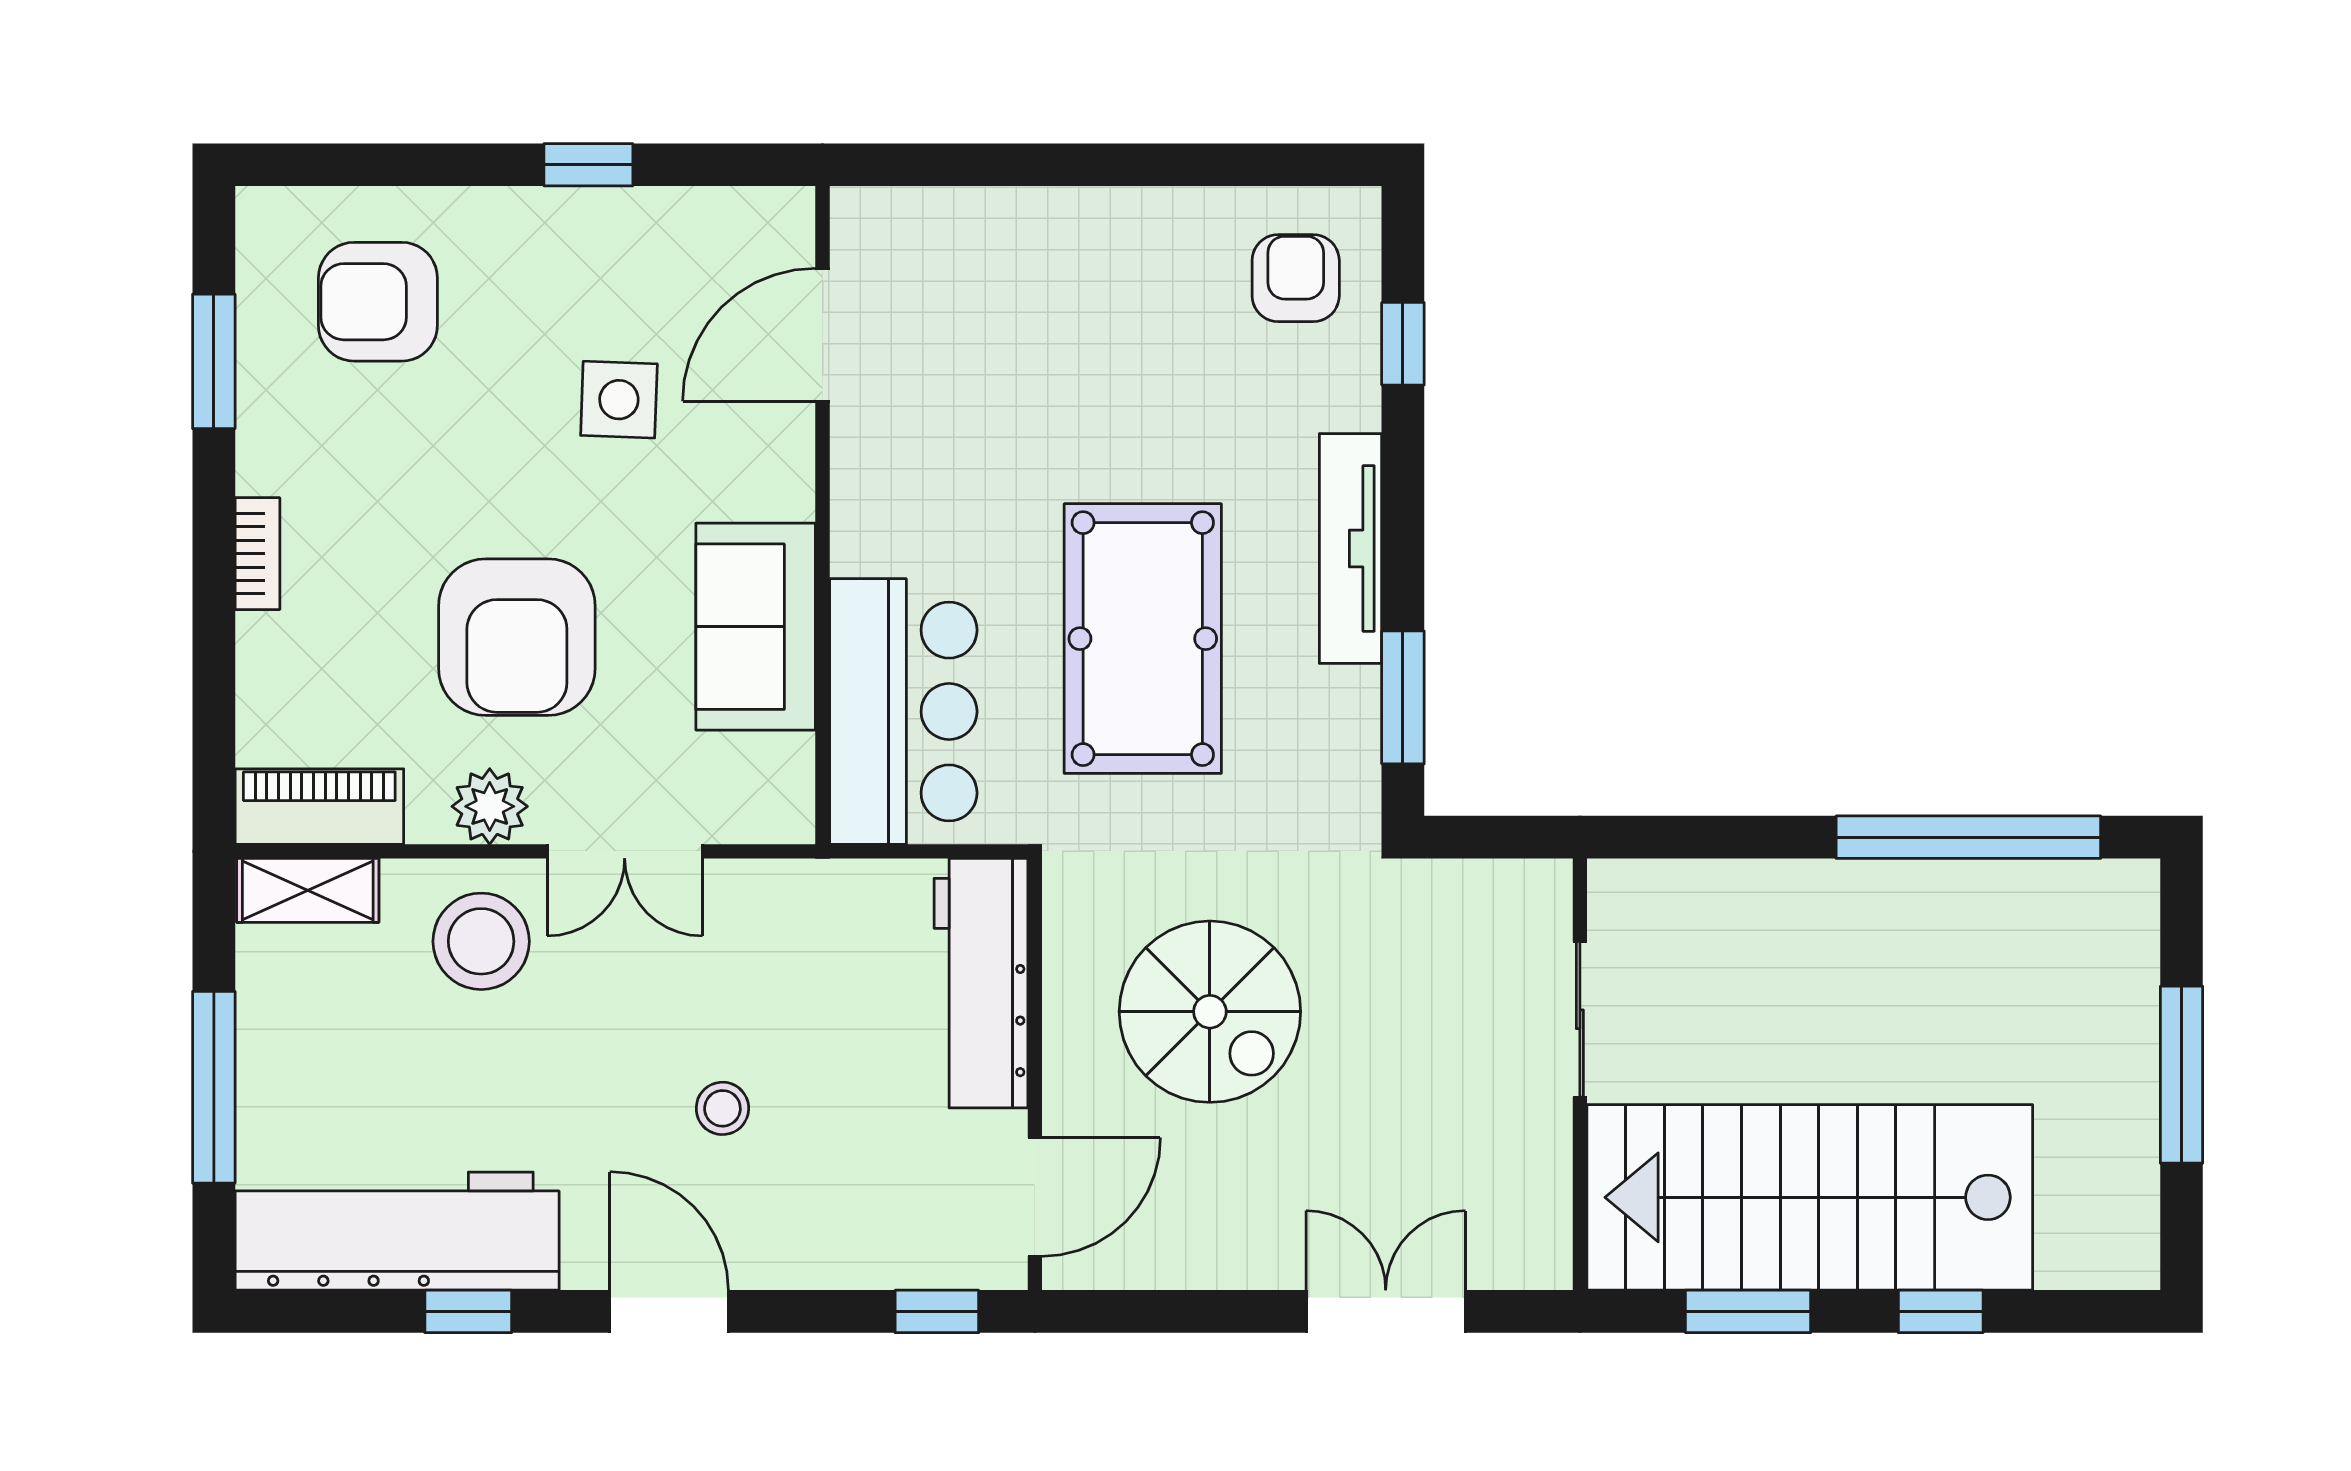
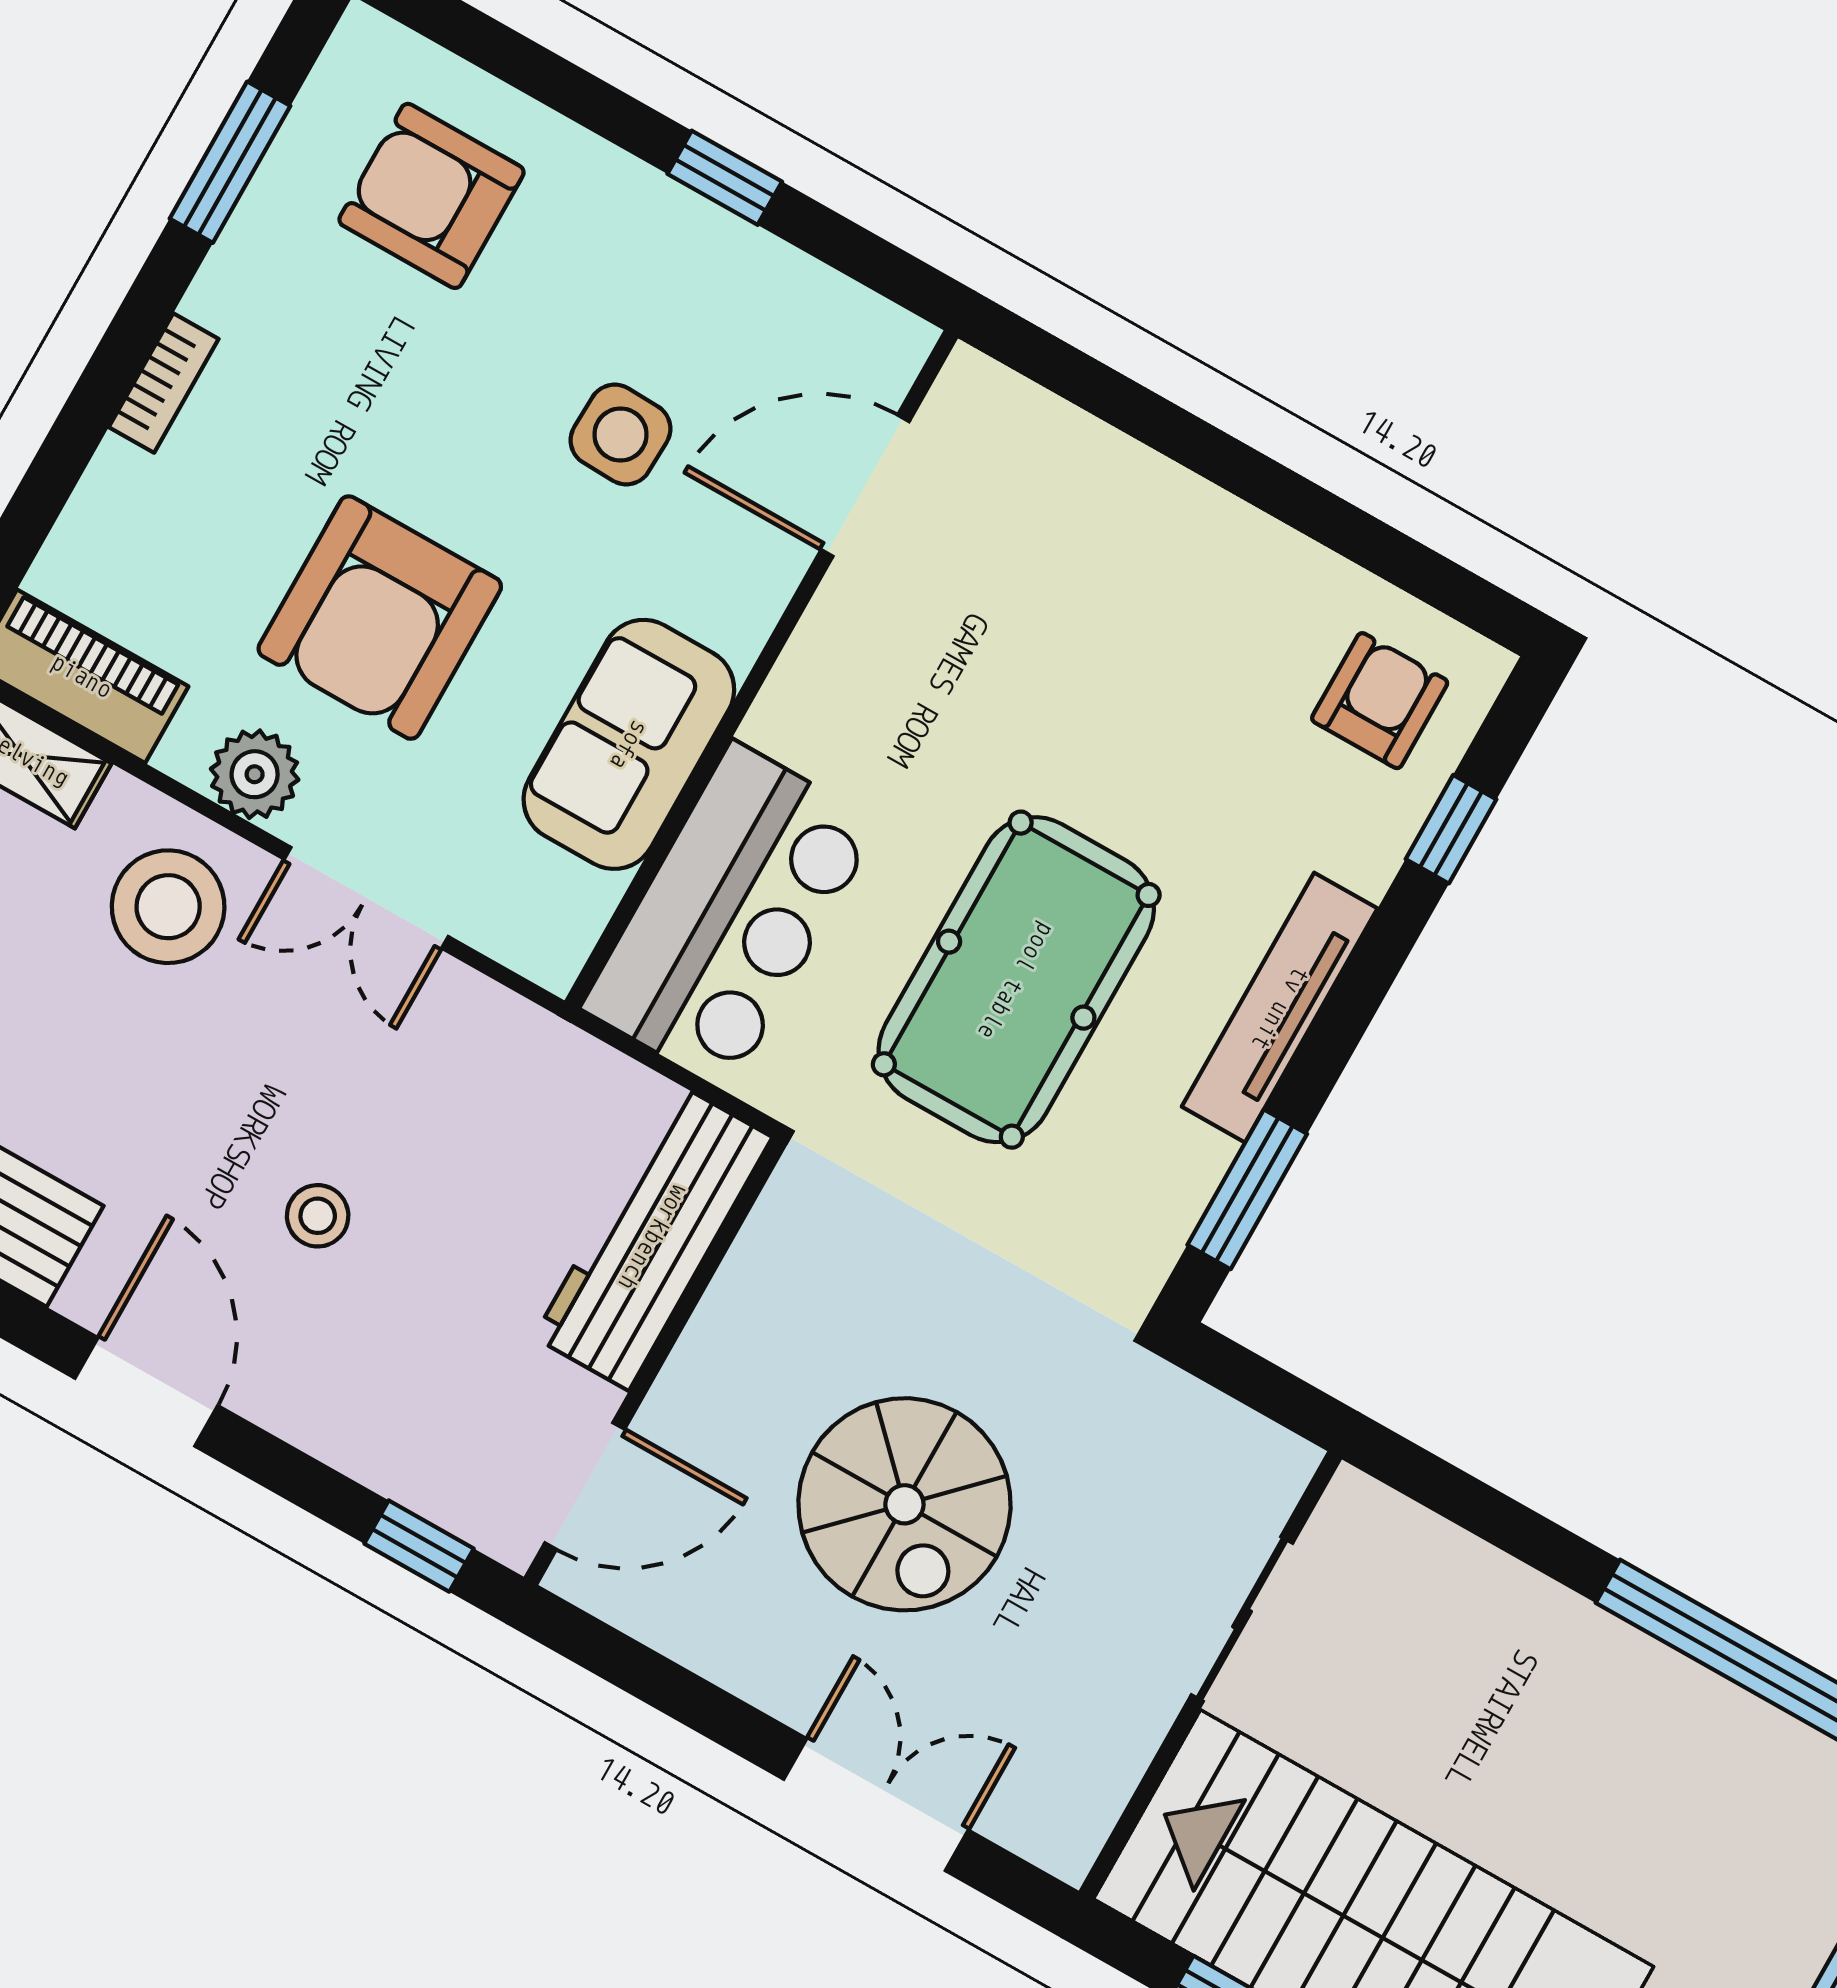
spiral stairs: (1210, 1012) -> (904, 1504), moved

